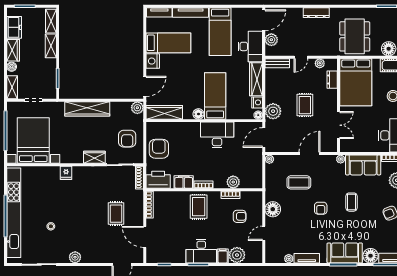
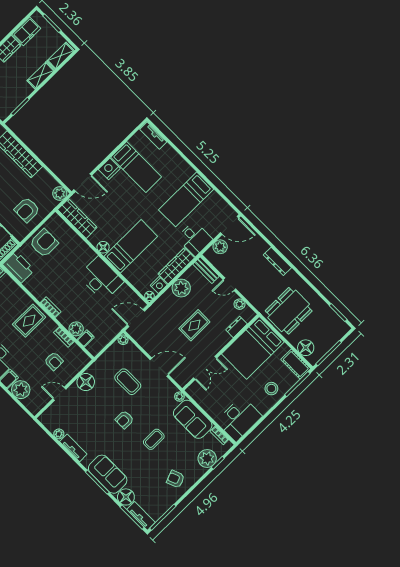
tv unit: (191, 12) -> (178, 161), removed
desk: (250, 46) -> (195, 239), width x0.73
plant: (273, 111) -> (181, 288), moved
filing cabinet: (184, 182) -> (86, 338), moved, width x0.50

